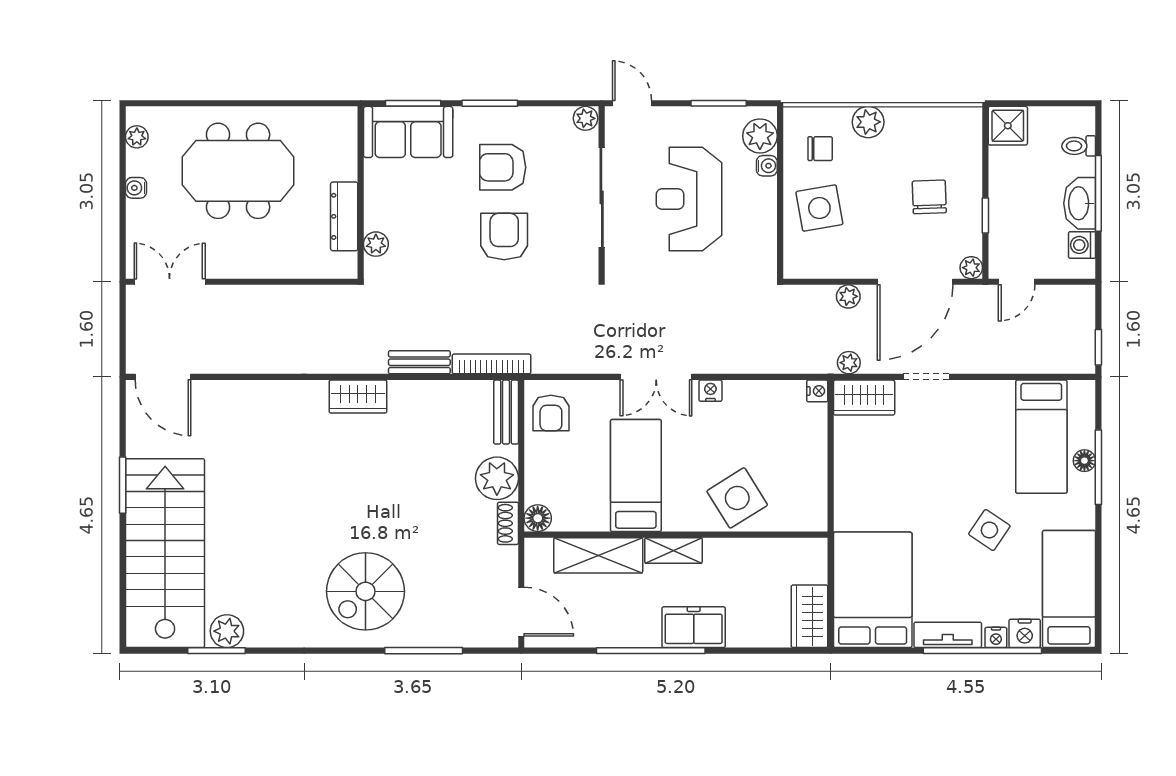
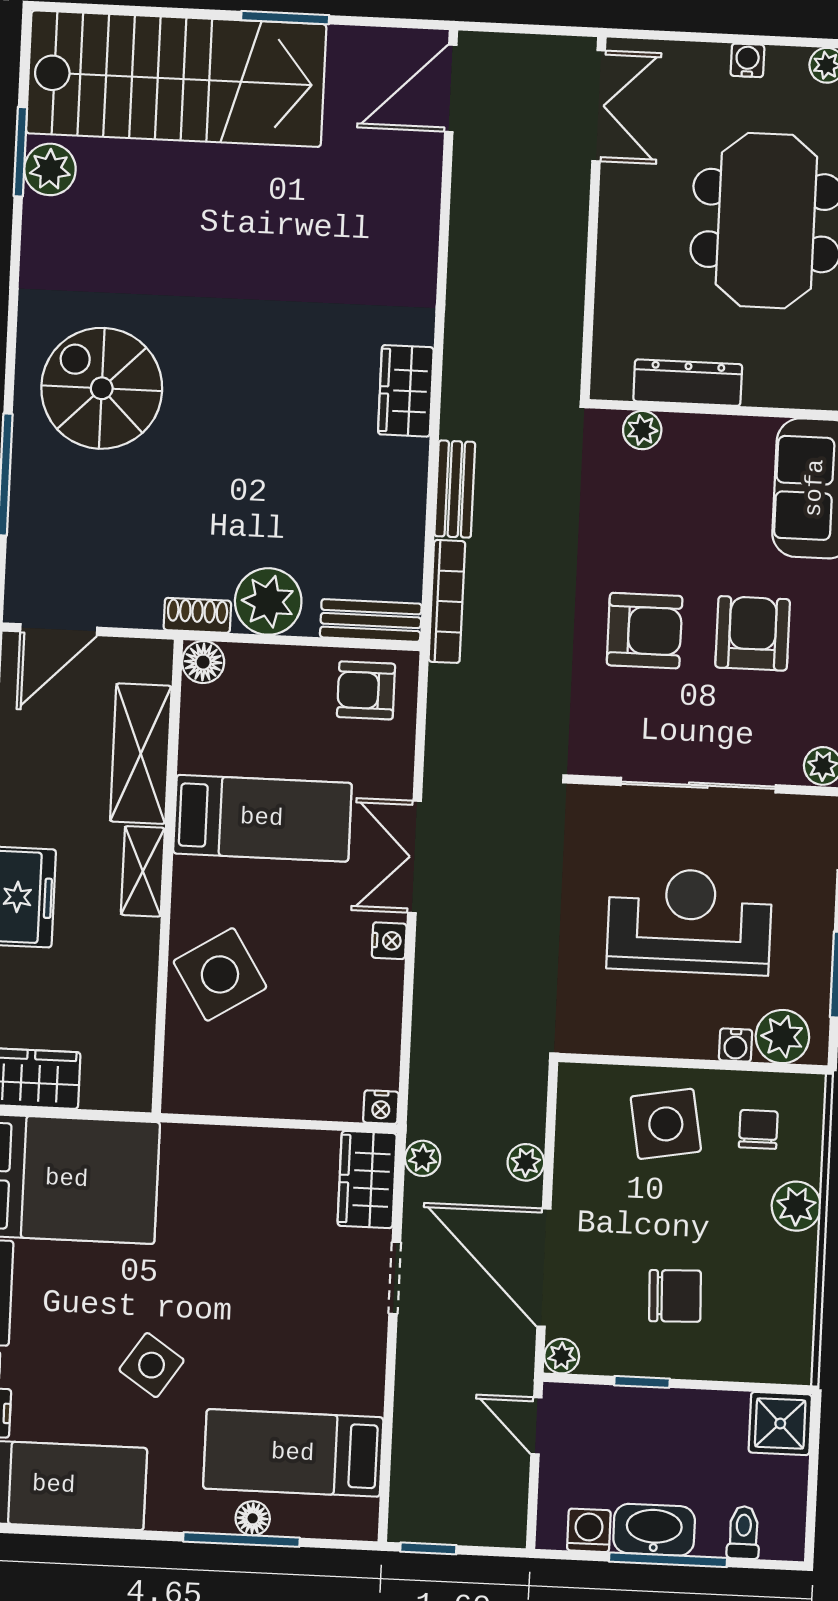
chair: (820, 149) -> (758, 1129), turned 180

